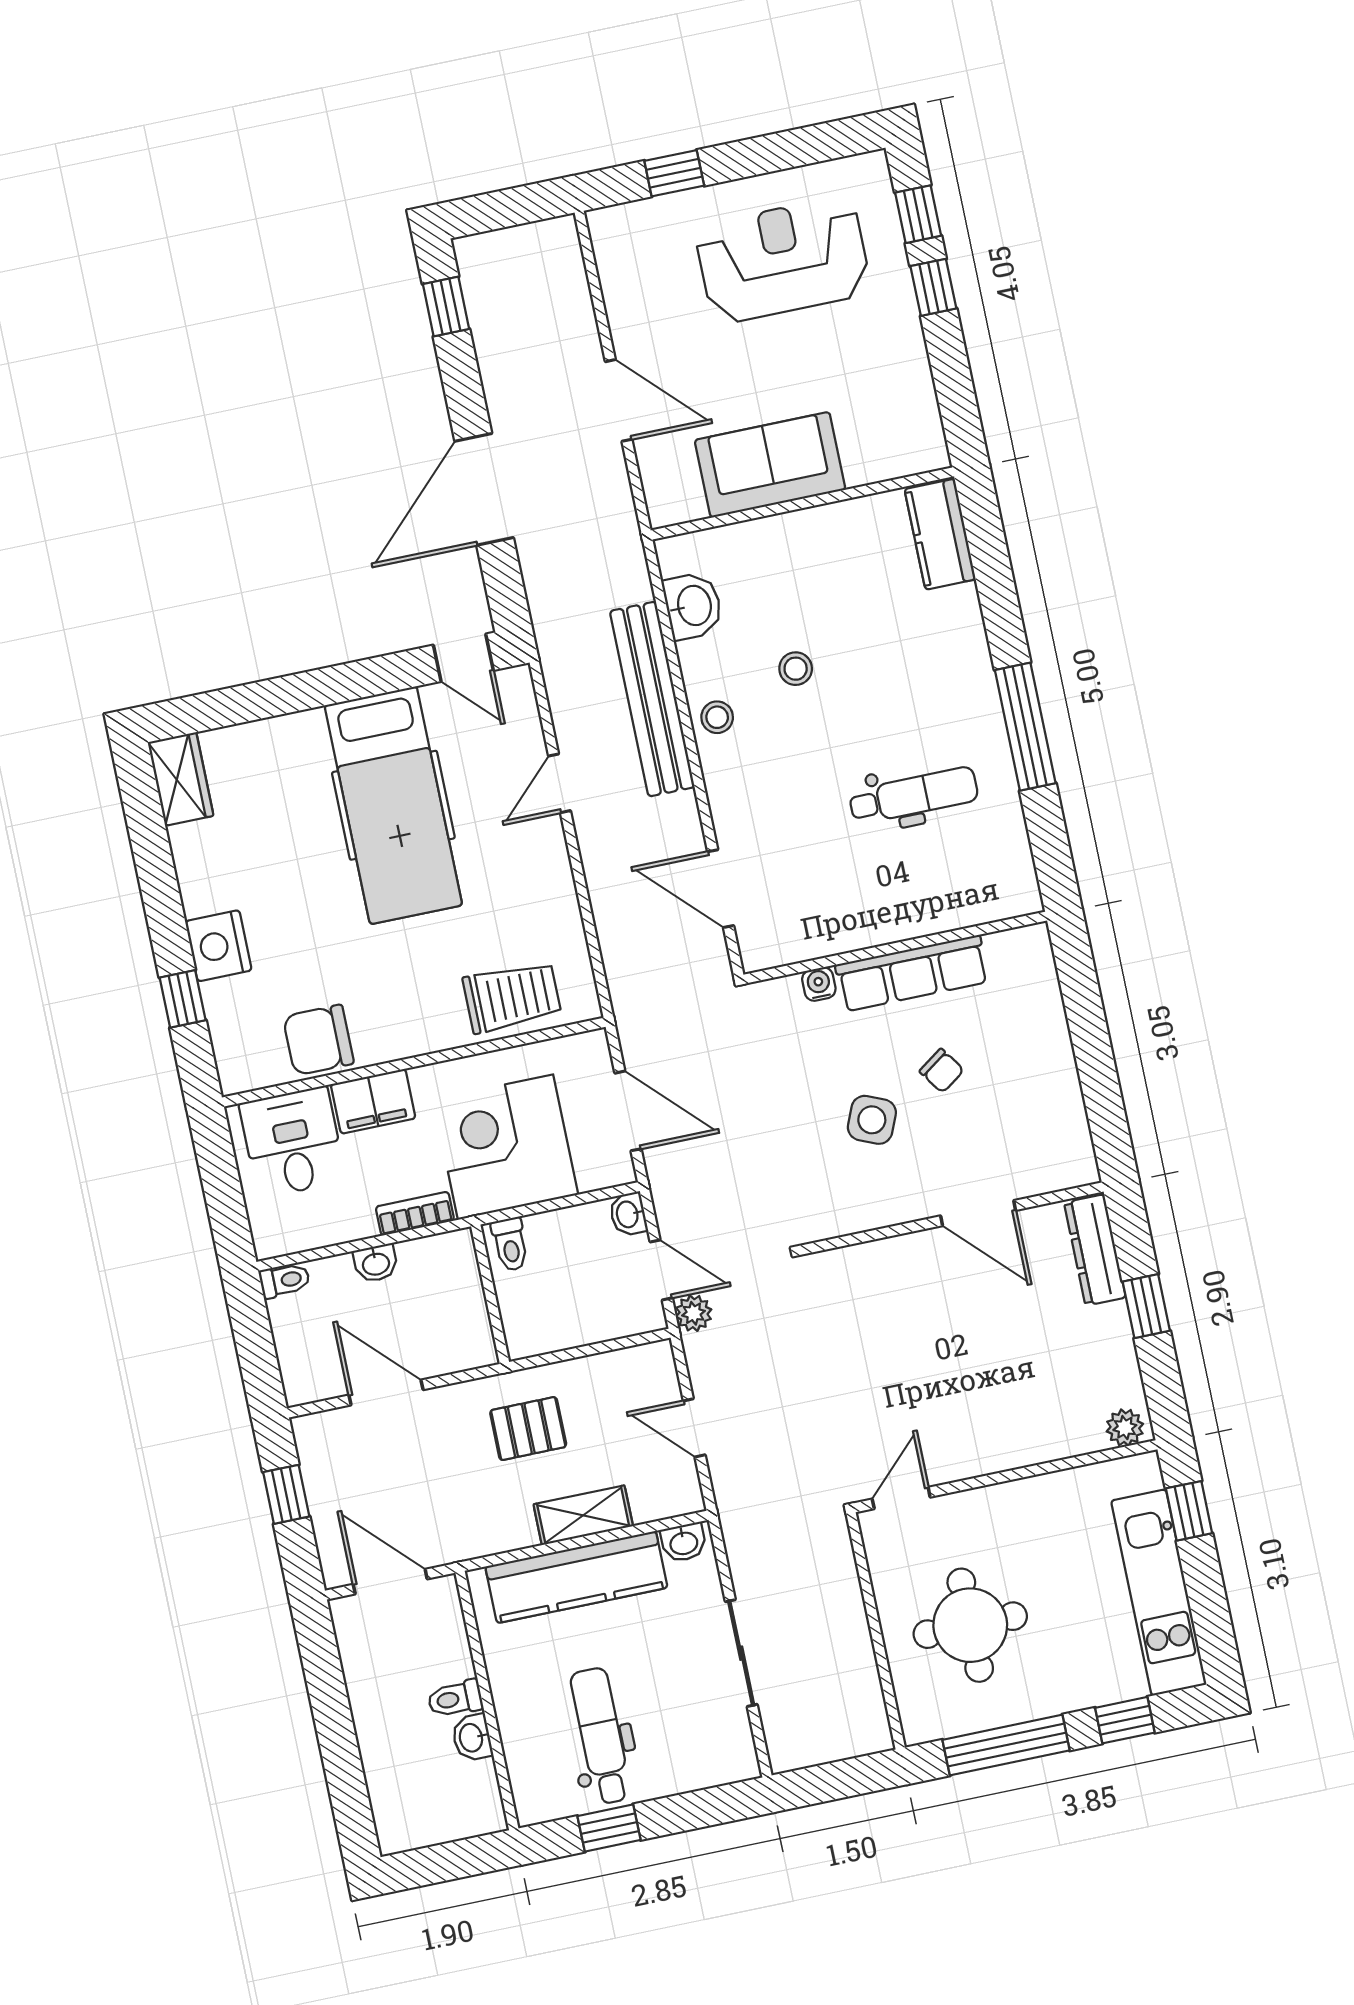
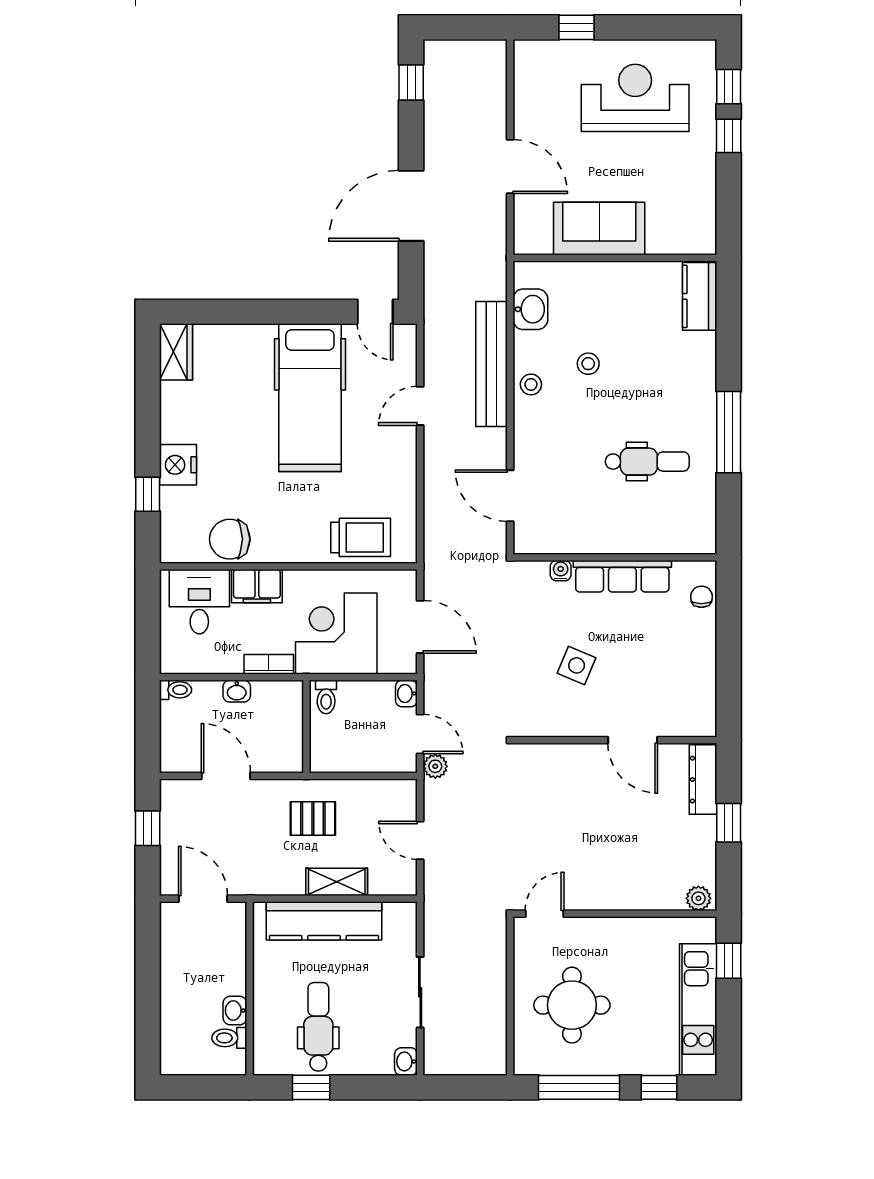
chair: (942, 1071) -> (701, 597), moved, turned -145
washbasin: (684, 1542) -> (406, 1061), moved, turned 90
toilet: (455, 1699) -> (229, 1038), moved

